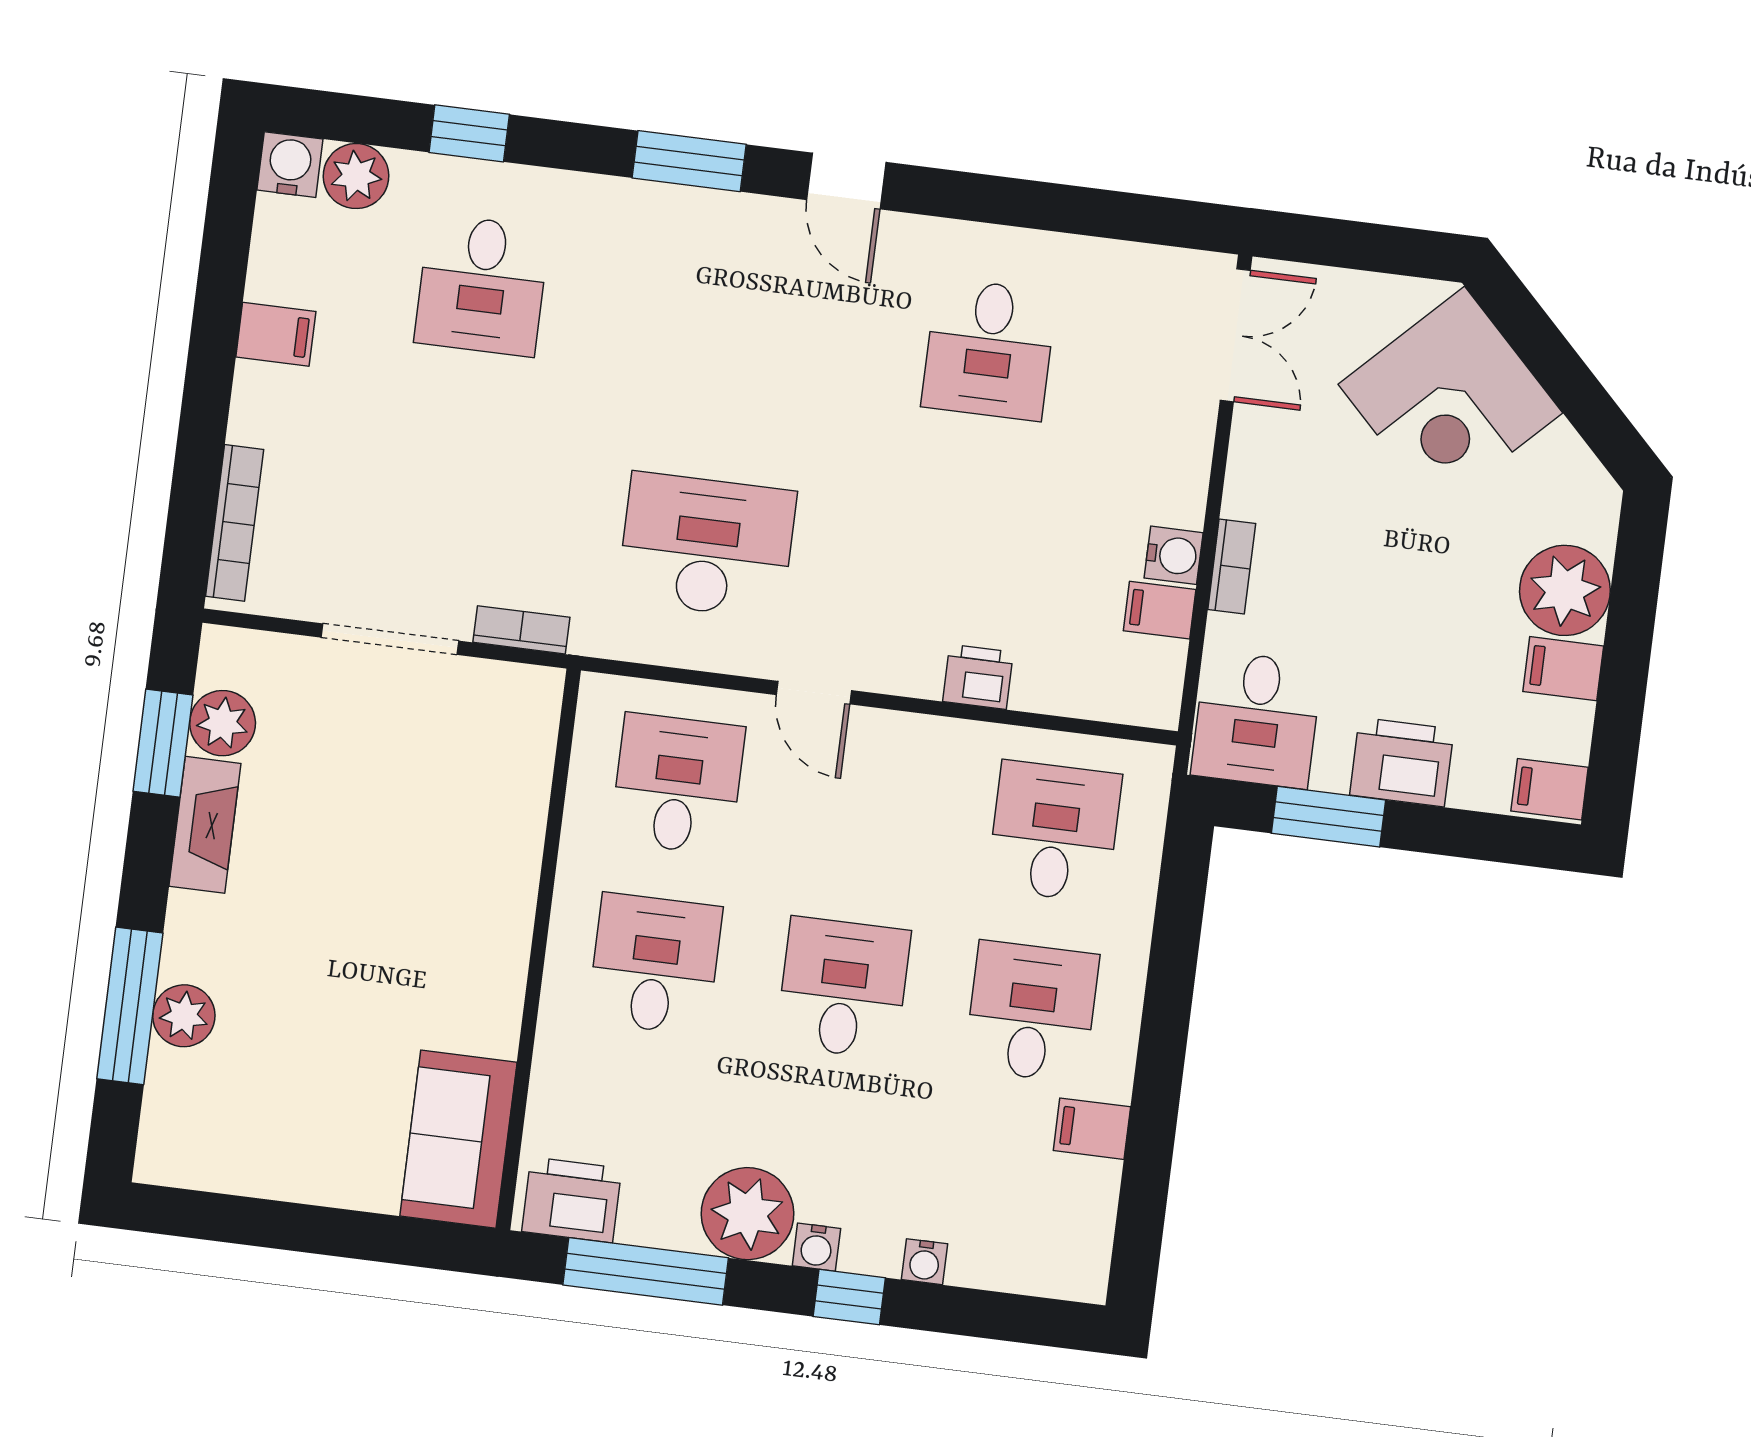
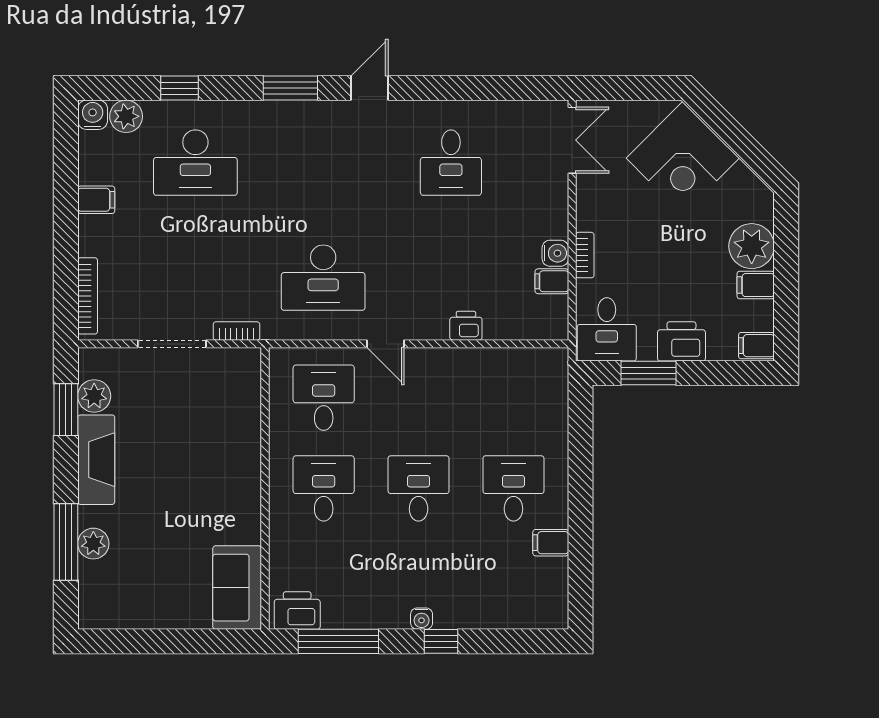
door: (846, 181) -> (369, 88), swing flipped
desk: (482, 285) -> (195, 163), width x1.37
desk: (707, 546) -> (323, 278), turned 180
fireplace: (205, 825) -> (96, 460), width x1.37, depth x1.32
desk: (1054, 832) -> (513, 398), removed
plant: (748, 1214) -> (385, 606), removed
water cooler: (925, 1262) -> (476, 619), removed

